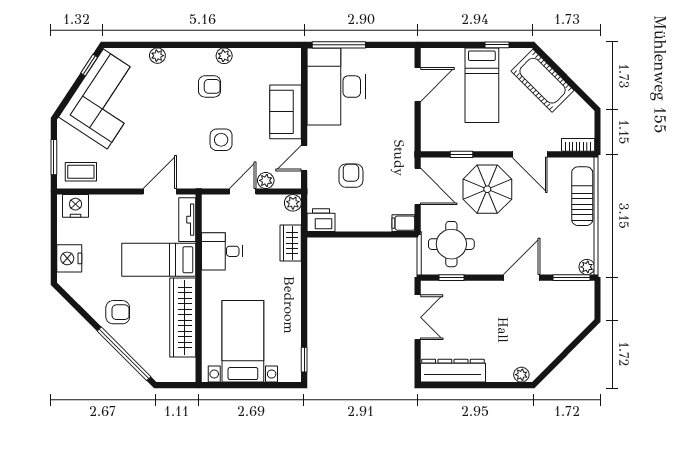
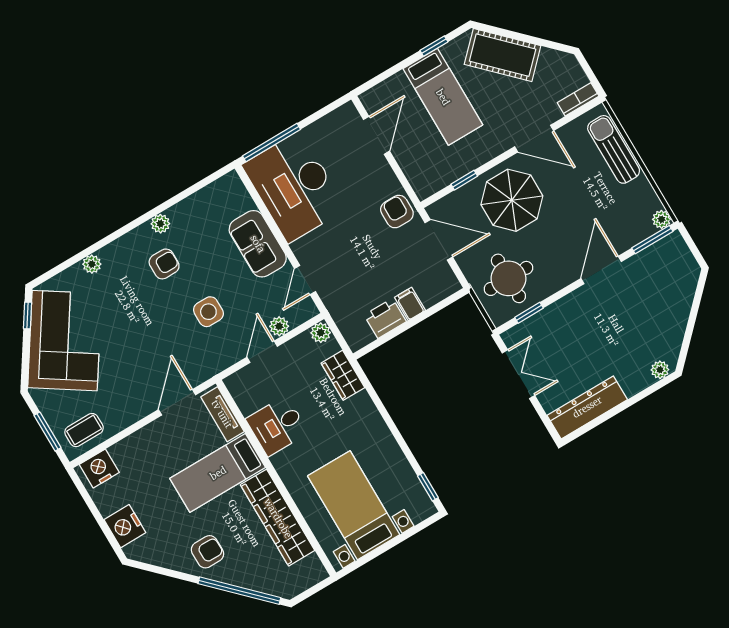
armchair: (351, 176) -> (397, 212), moved
printer: (321, 220) -> (385, 318), moved
filing cabinet: (403, 223) -> (410, 304), moved, turned 90

